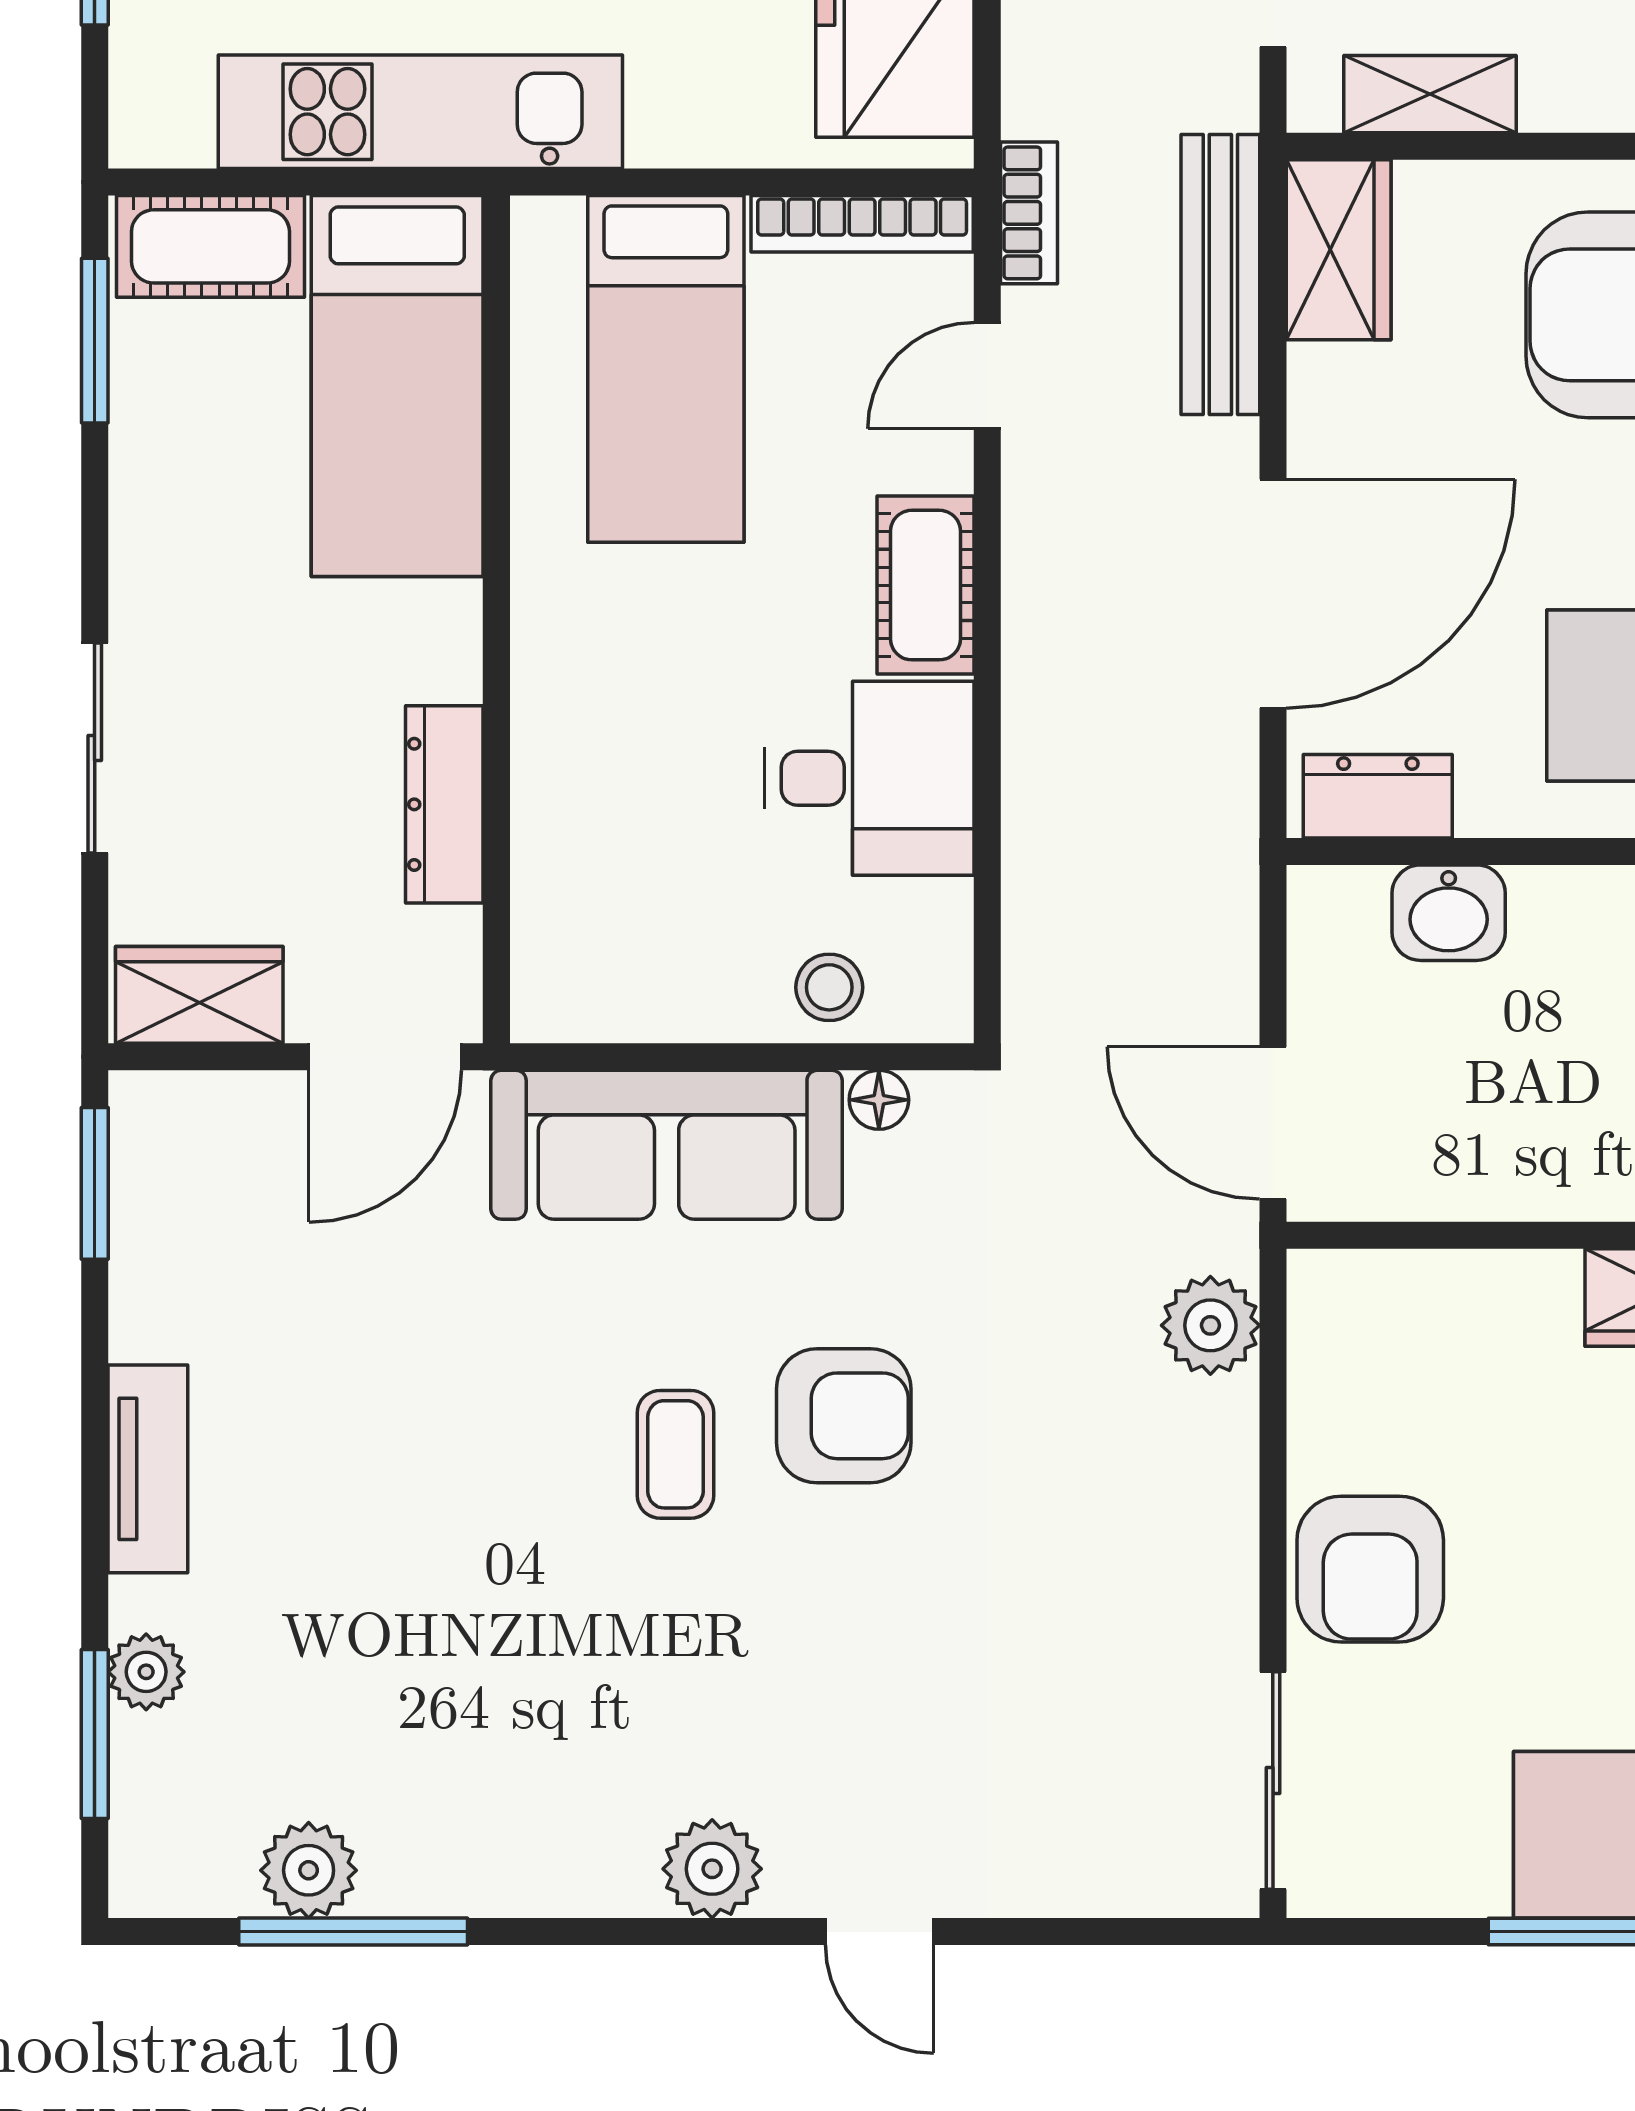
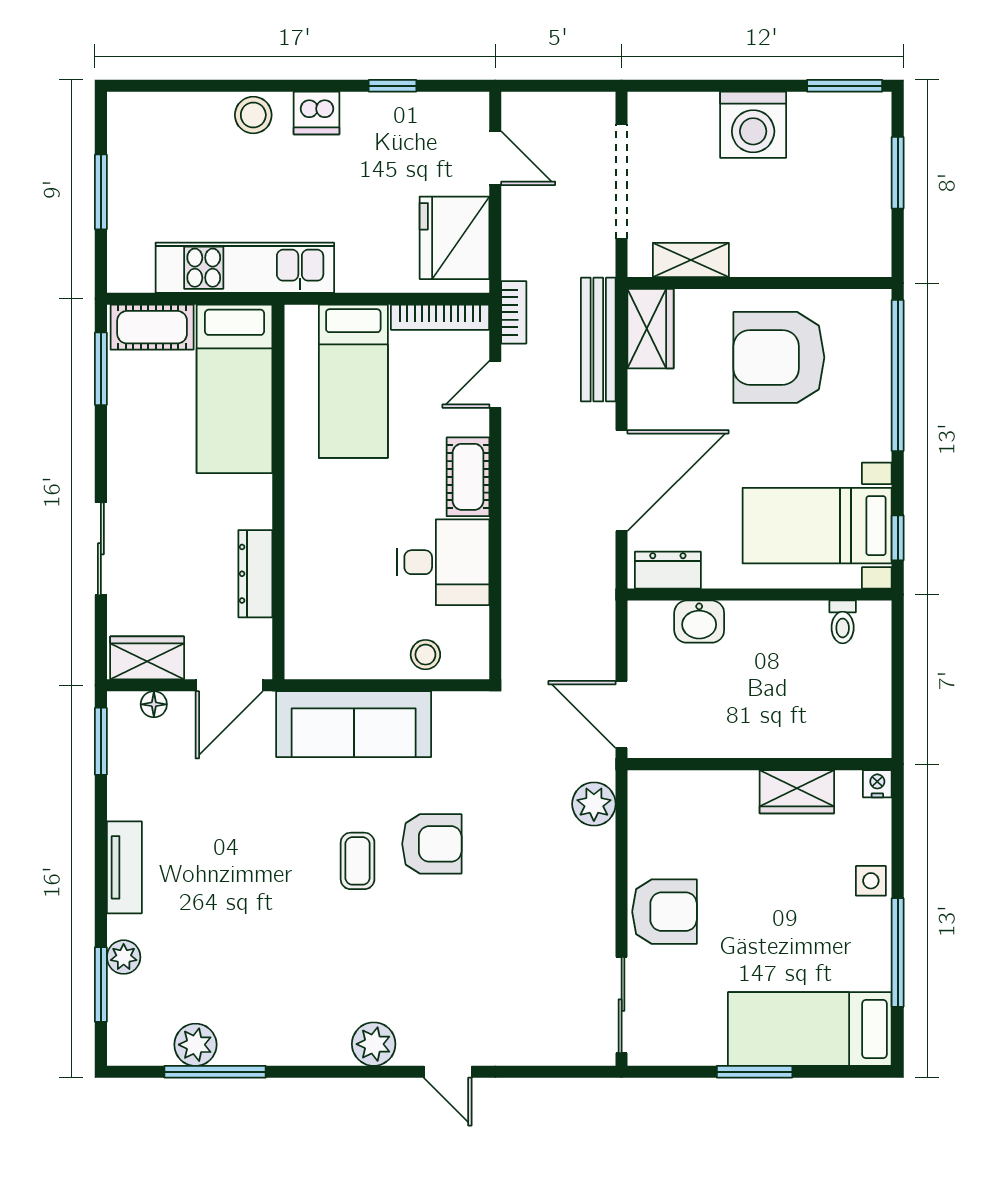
floor lamp: (879, 1100) -> (154, 704), moved
armchair: (1370, 1569) -> (665, 912), turned -90

